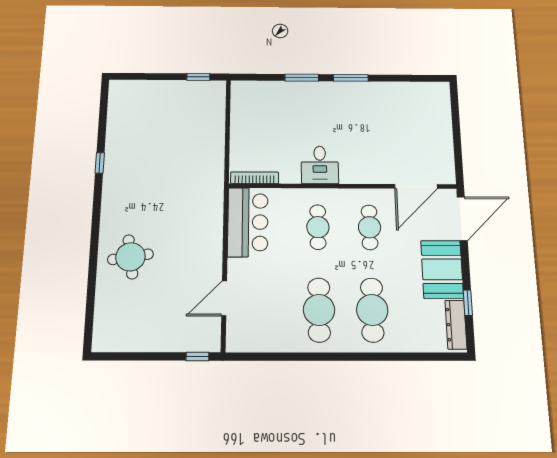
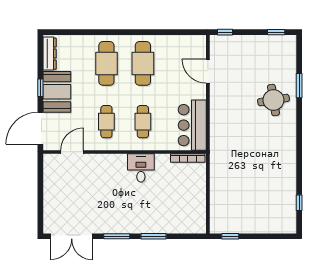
double door: (411, 78) -> (72, 236), added
window: (100, 163) -> (299, 203), moved
door: (416, 186) -> (72, 152), width x0.73
window: (92, 277) -> (299, 86), added
door: (224, 298) -> (208, 71), swing flipped
window: (468, 303) -> (40, 88), moved
window: (121, 356) -> (276, 32), added

